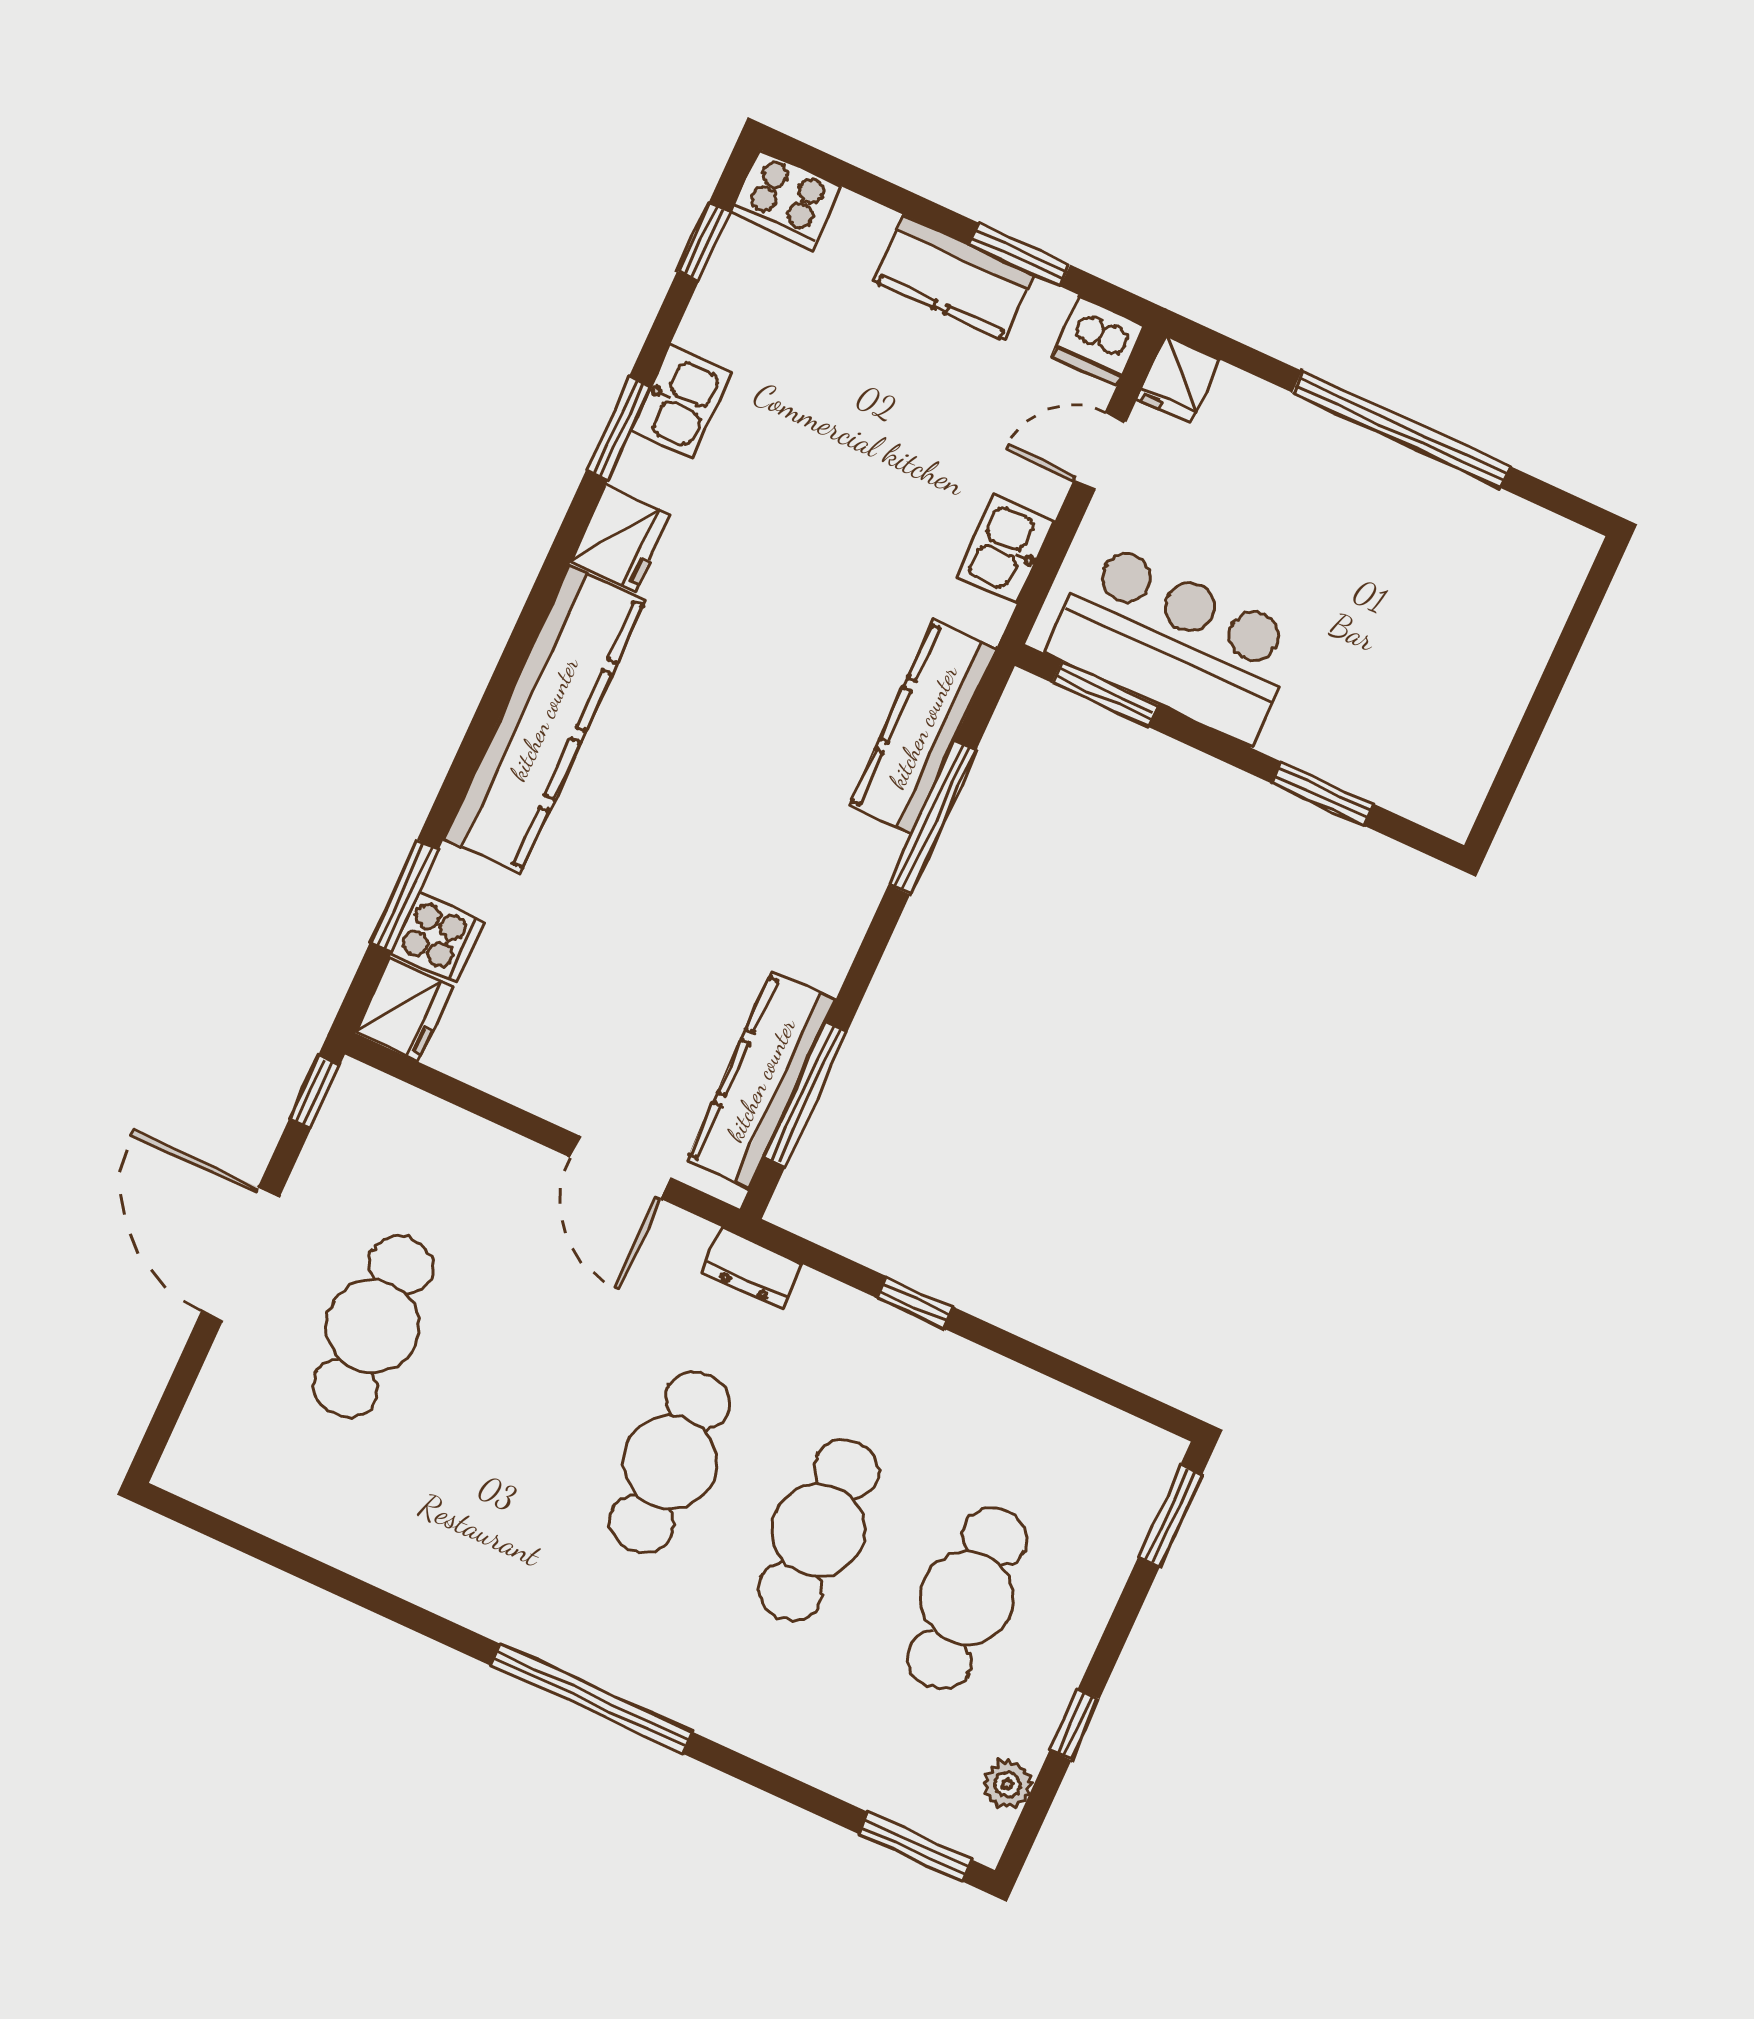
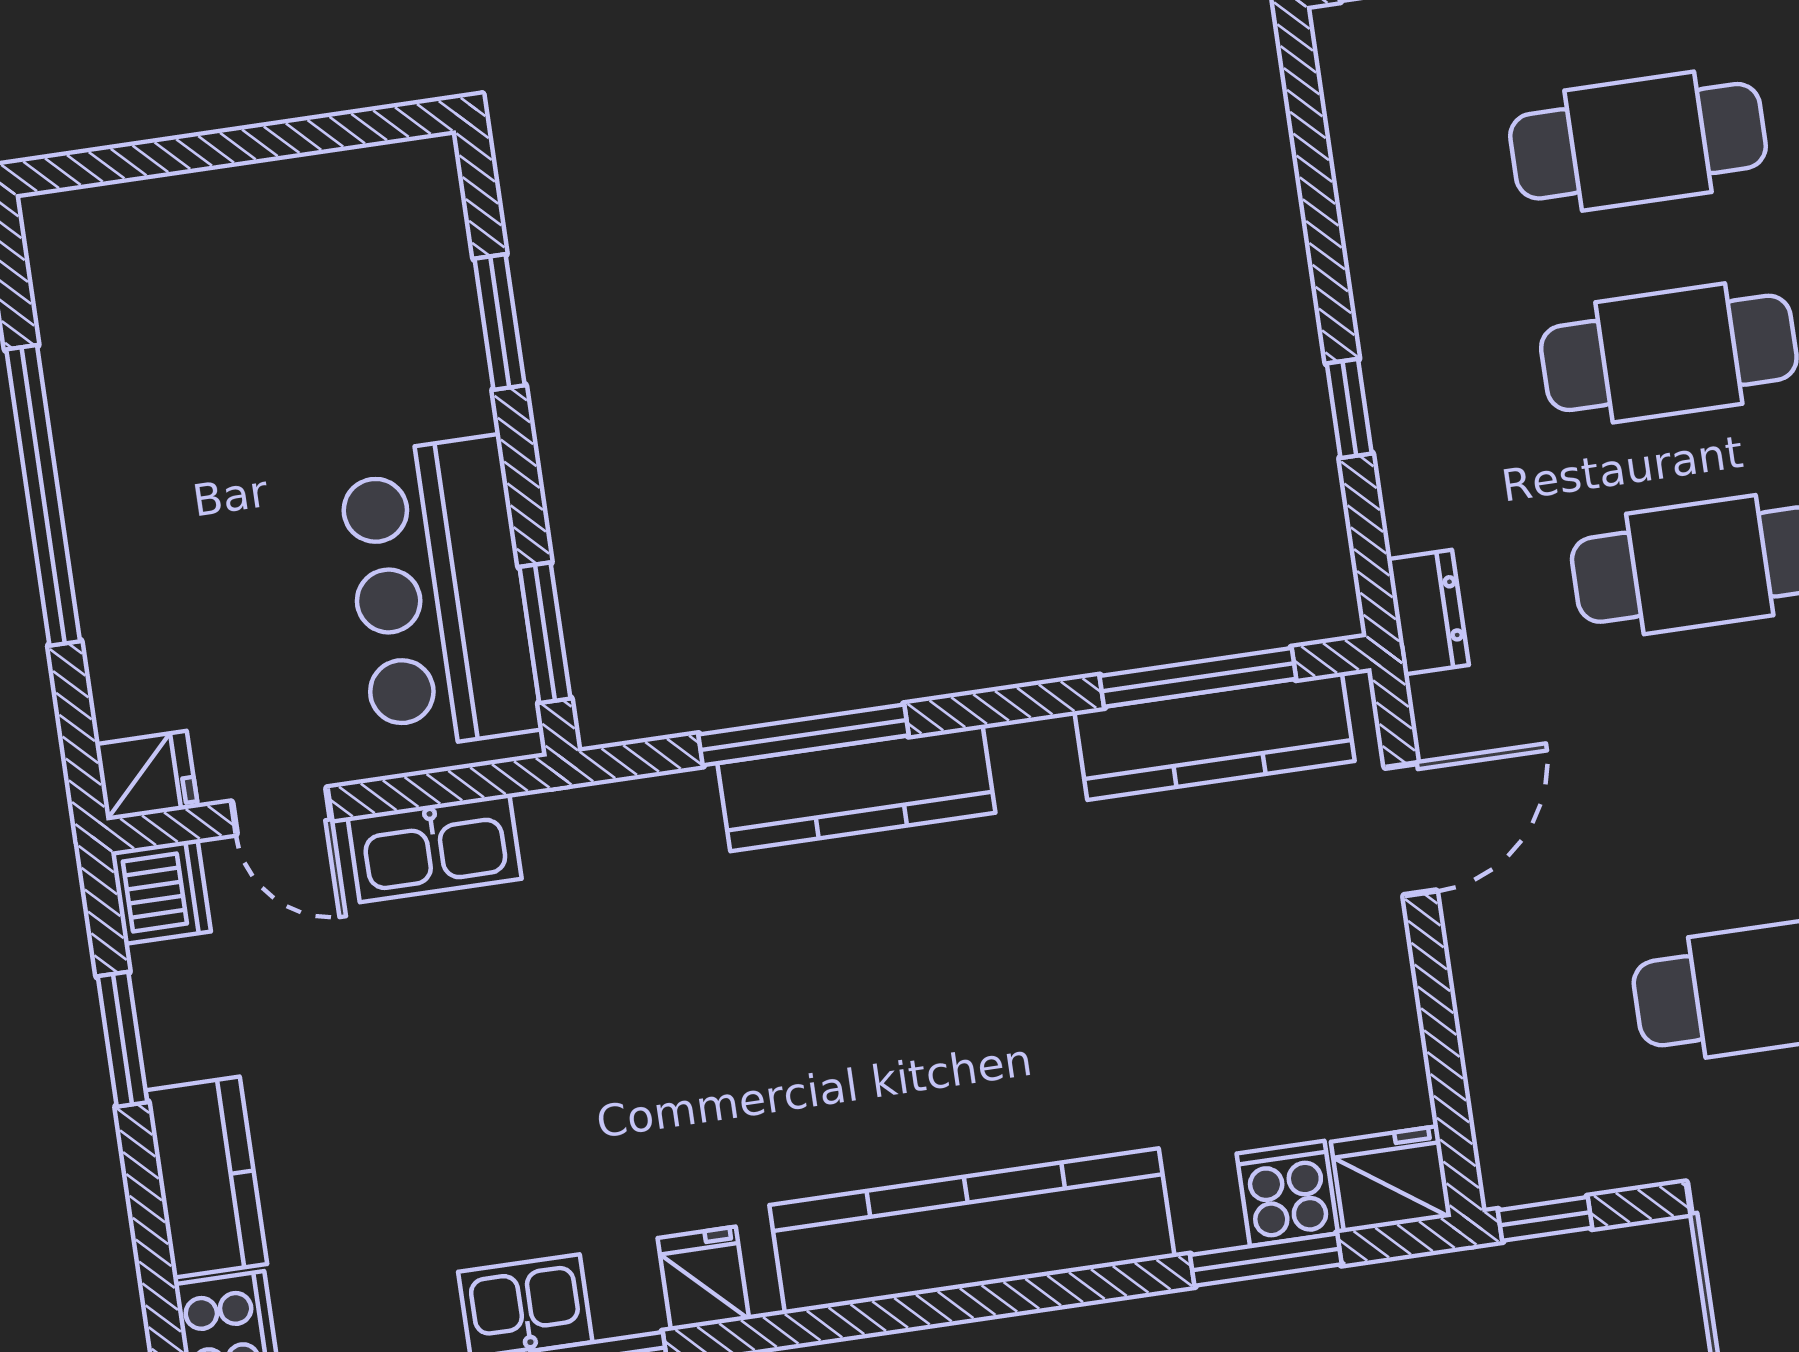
kitchen counter: (954, 278) -> (206, 1177), moved
fridge: (621, 538) -> (703, 1279), width x0.72
kitchen sink: (1006, 549) -> (435, 848), width x1.38
kitchen counter: (923, 727) -> (856, 788), moved

